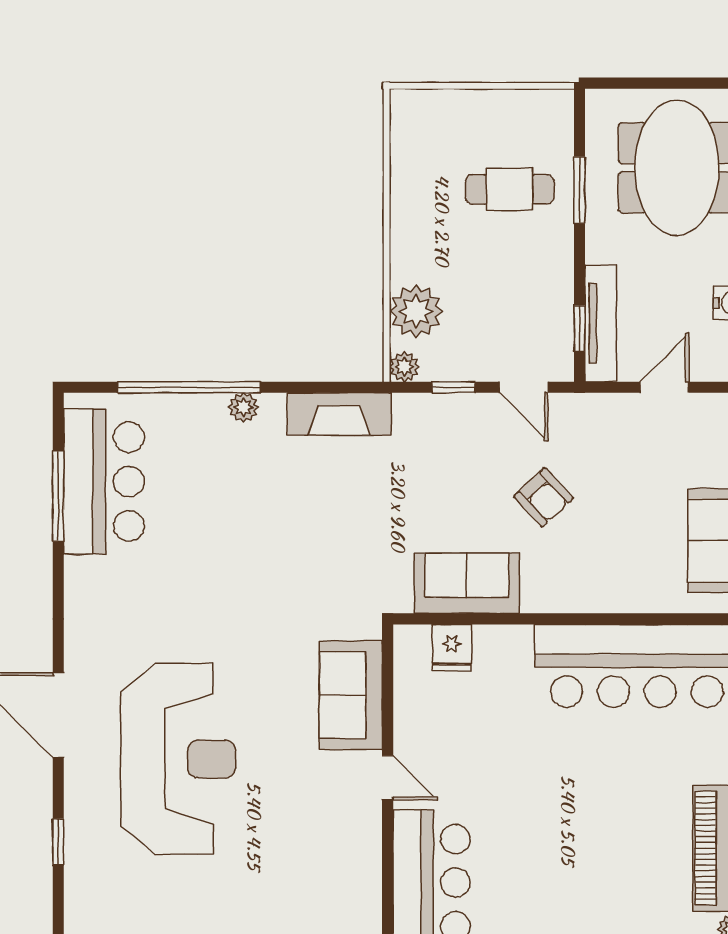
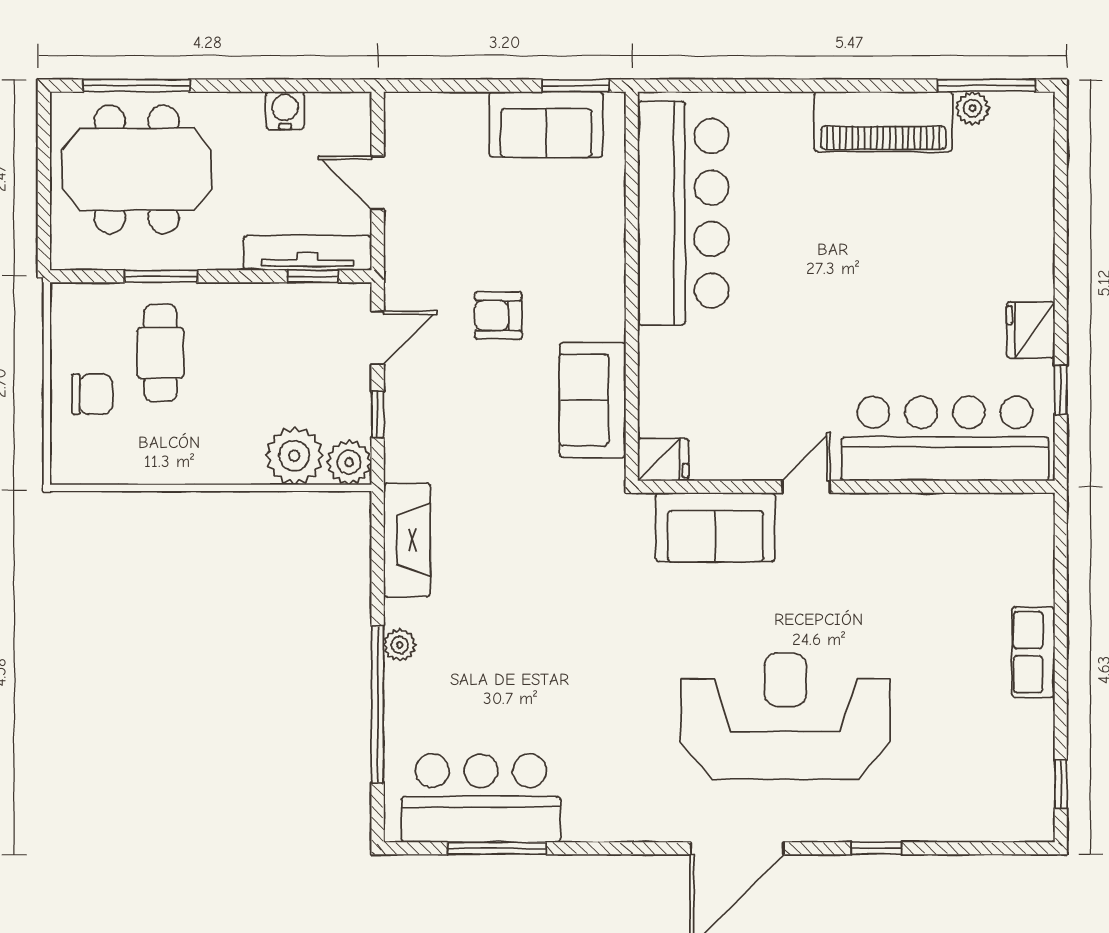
chair: (472, 127) -> (92, 394), added
plant: (404, 367) -> (349, 462), width x1.38, depth x1.38
armchair: (544, 497) -> (498, 316), turned -137
fridge: (452, 648) -> (663, 459), moved

